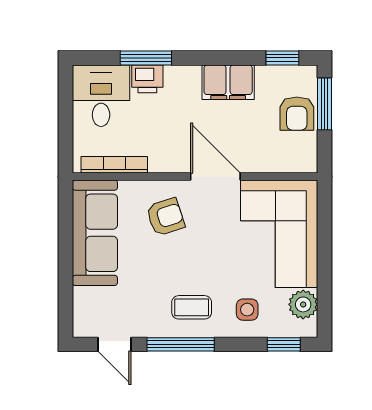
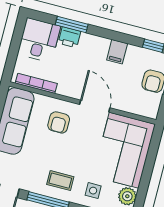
filing cabinet: (228, 82) -> (117, 52), width x0.50
armchair: (165, 217) -> (59, 122), turned 108

